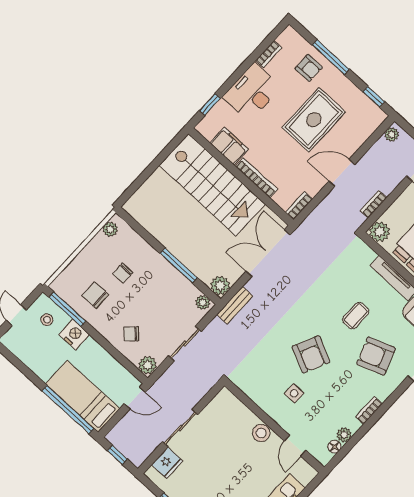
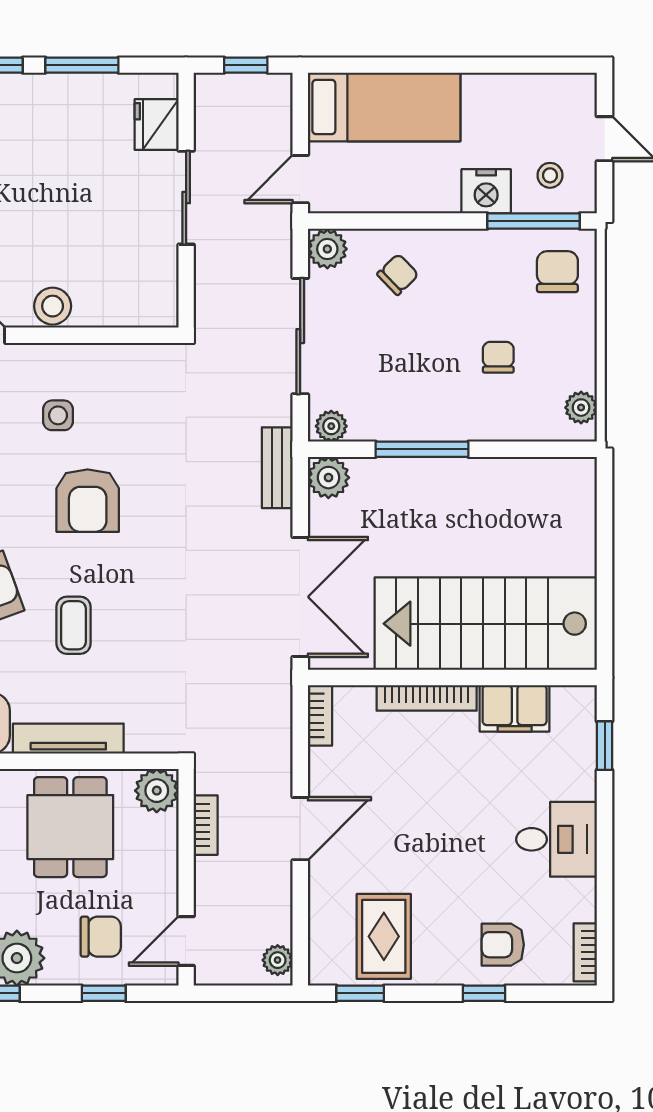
bookcase: (269, 54) -> (585, 952), moved
window: (331, 57) -> (484, 993), width x0.46
desk: (252, 92) -> (557, 839), width x0.73
rug: (314, 120) -> (384, 936), moved, width x0.73, depth x0.70
chair: (95, 295) -> (557, 272), moved, turned -90
sliding door: (185, 344) -> (300, 336), width x1.37
armchair: (311, 354) -> (88, 501), turned -115
window: (68, 410) -> (388, 65), removed

